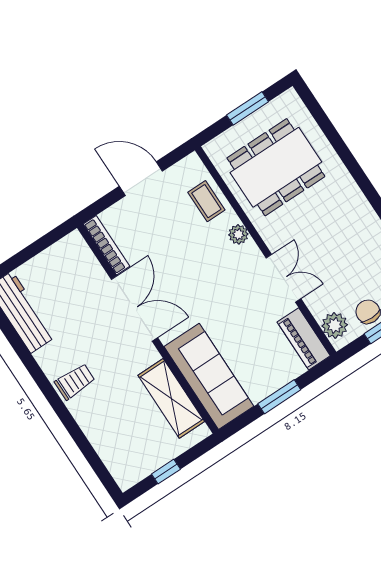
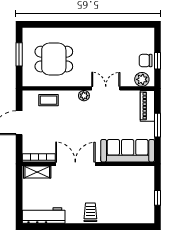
dining table: (276, 167) -> (54, 59), width x0.73
plant: (238, 234) -> (84, 96), moved
piano: (304, 339) -> (147, 106), moved, turned 90
shelving: (171, 398) -> (37, 172), moved, width x0.67, depth x0.75

